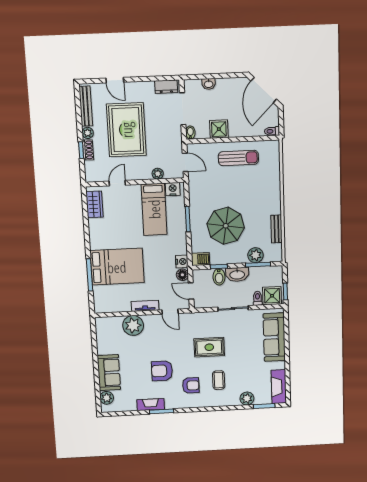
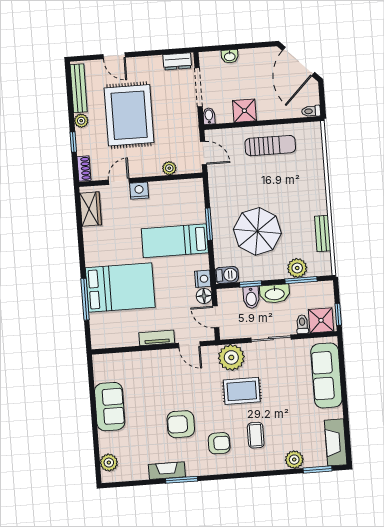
shoe rack: (88, 150) -> (84, 168), moved
nightstand: (173, 189) -> (139, 191), moved
bed: (154, 209) -> (175, 241), moved, turned 90
plant: (133, 325) -> (231, 357), moved
sofa: (109, 373) -> (110, 407), moved

